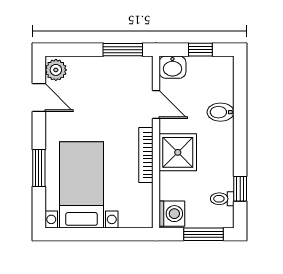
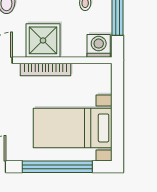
window: (39, 168) -> (57, 167), width x2.11

